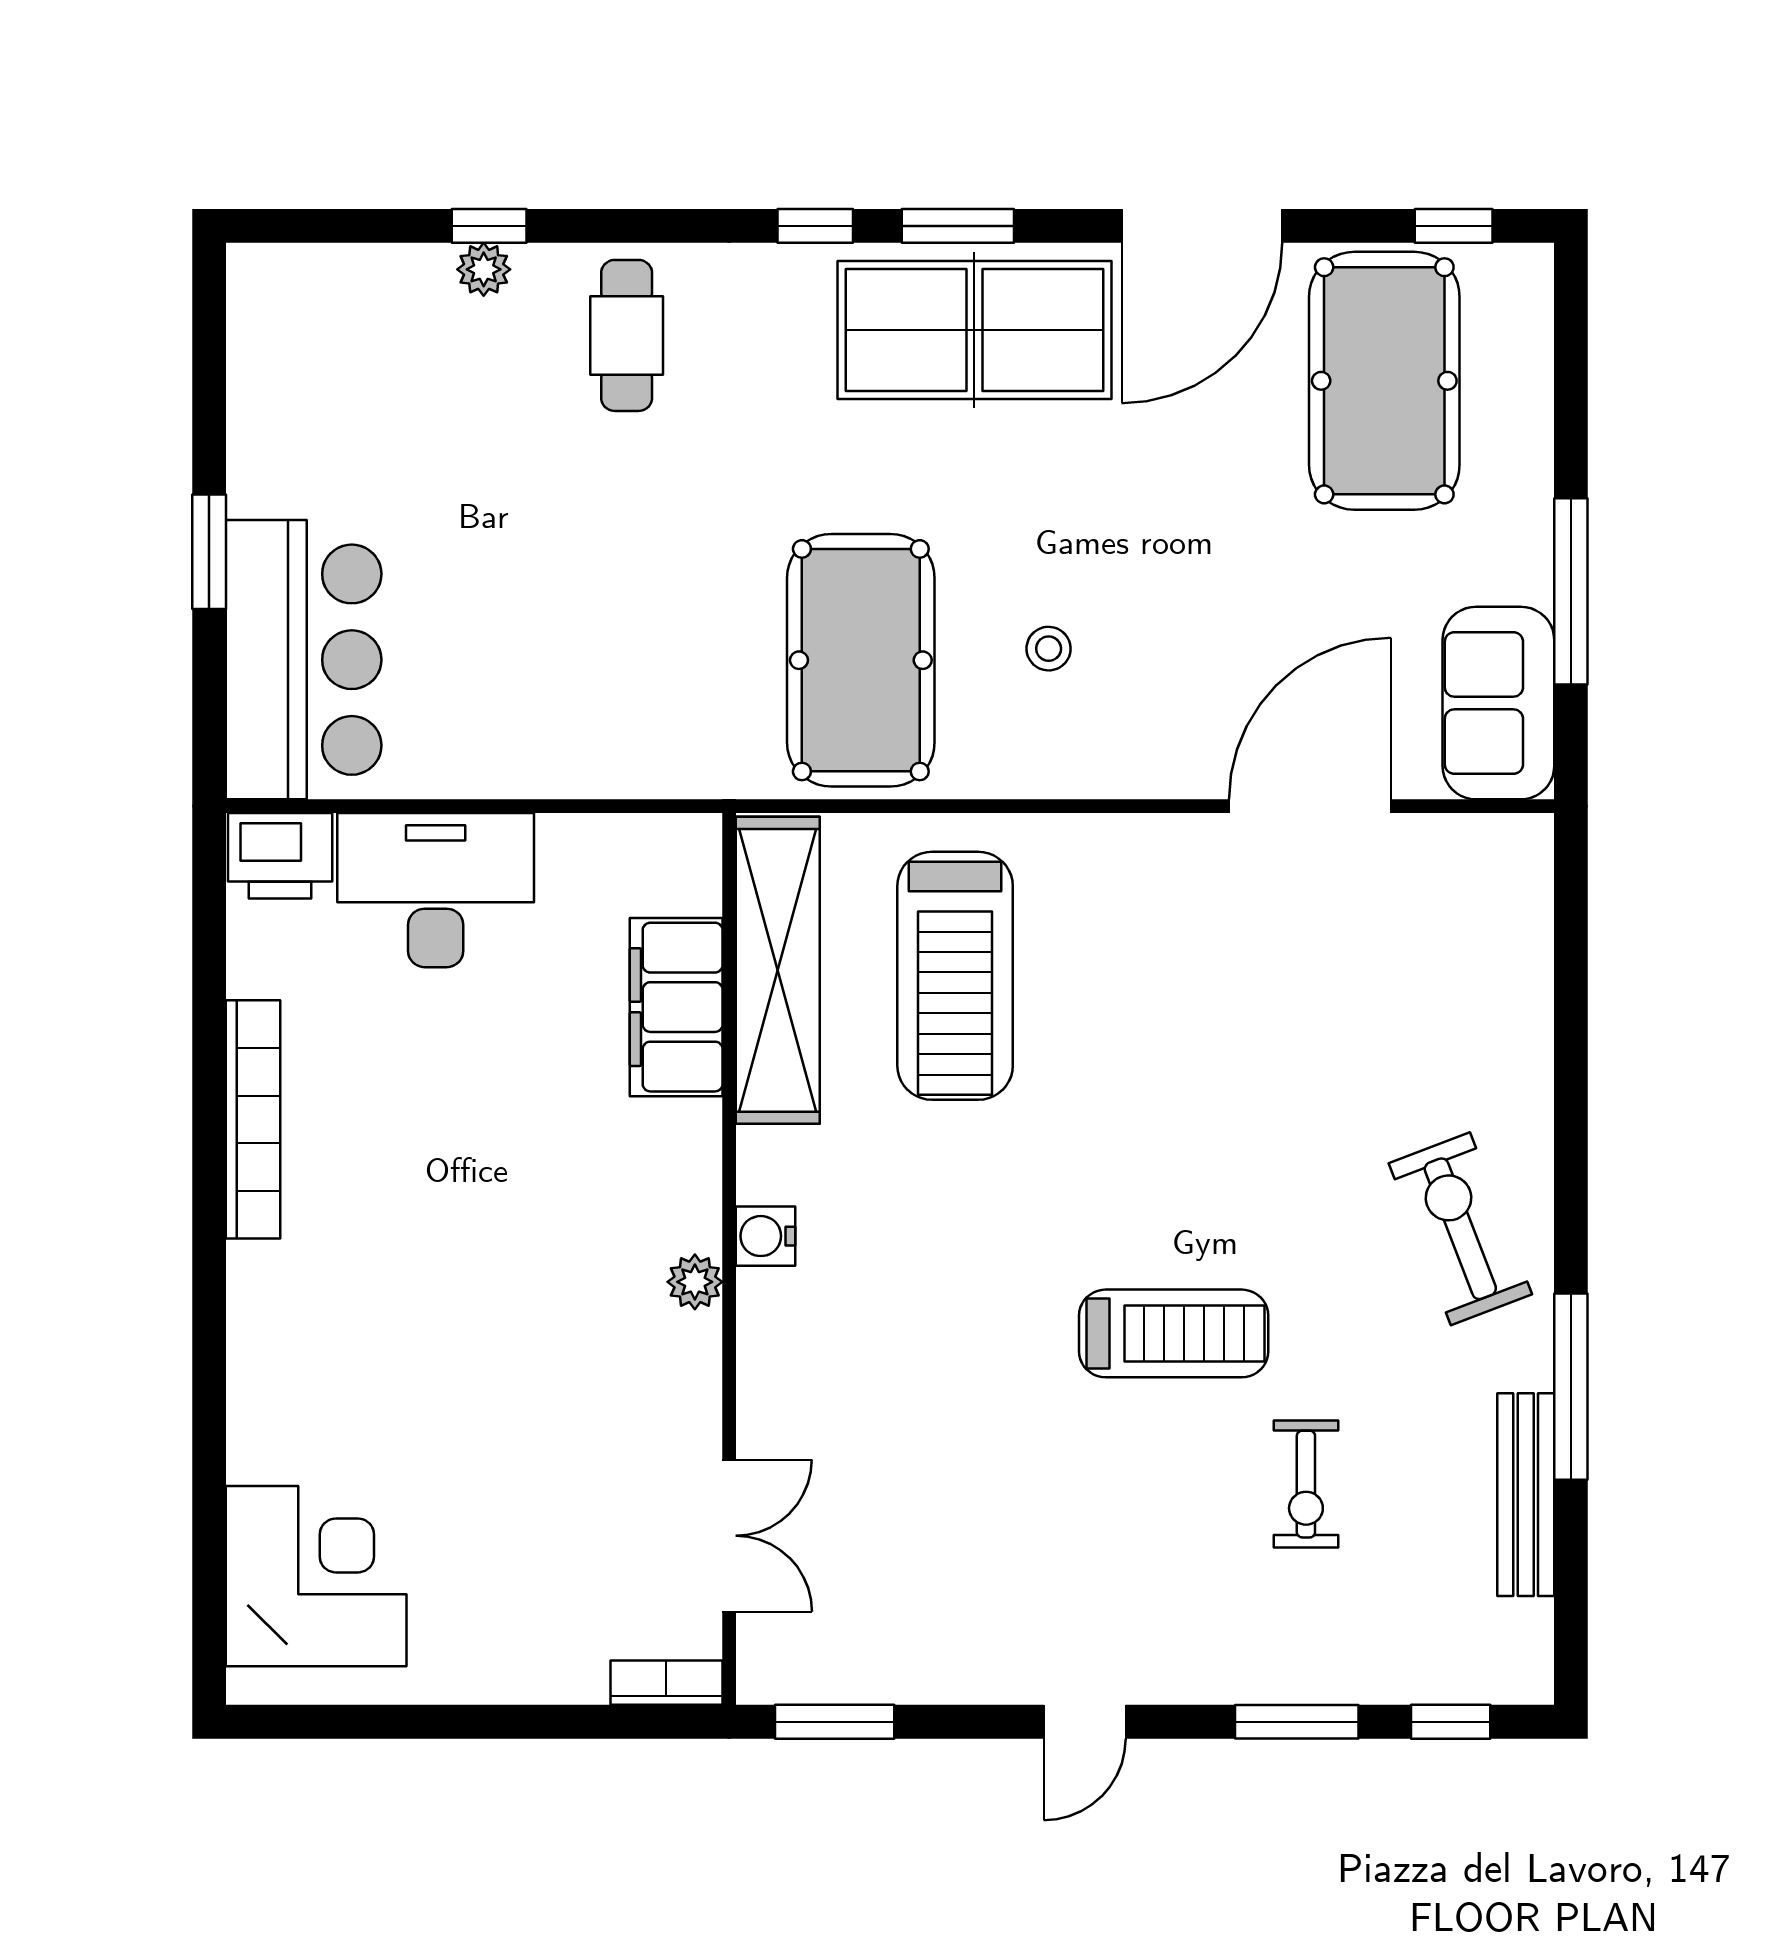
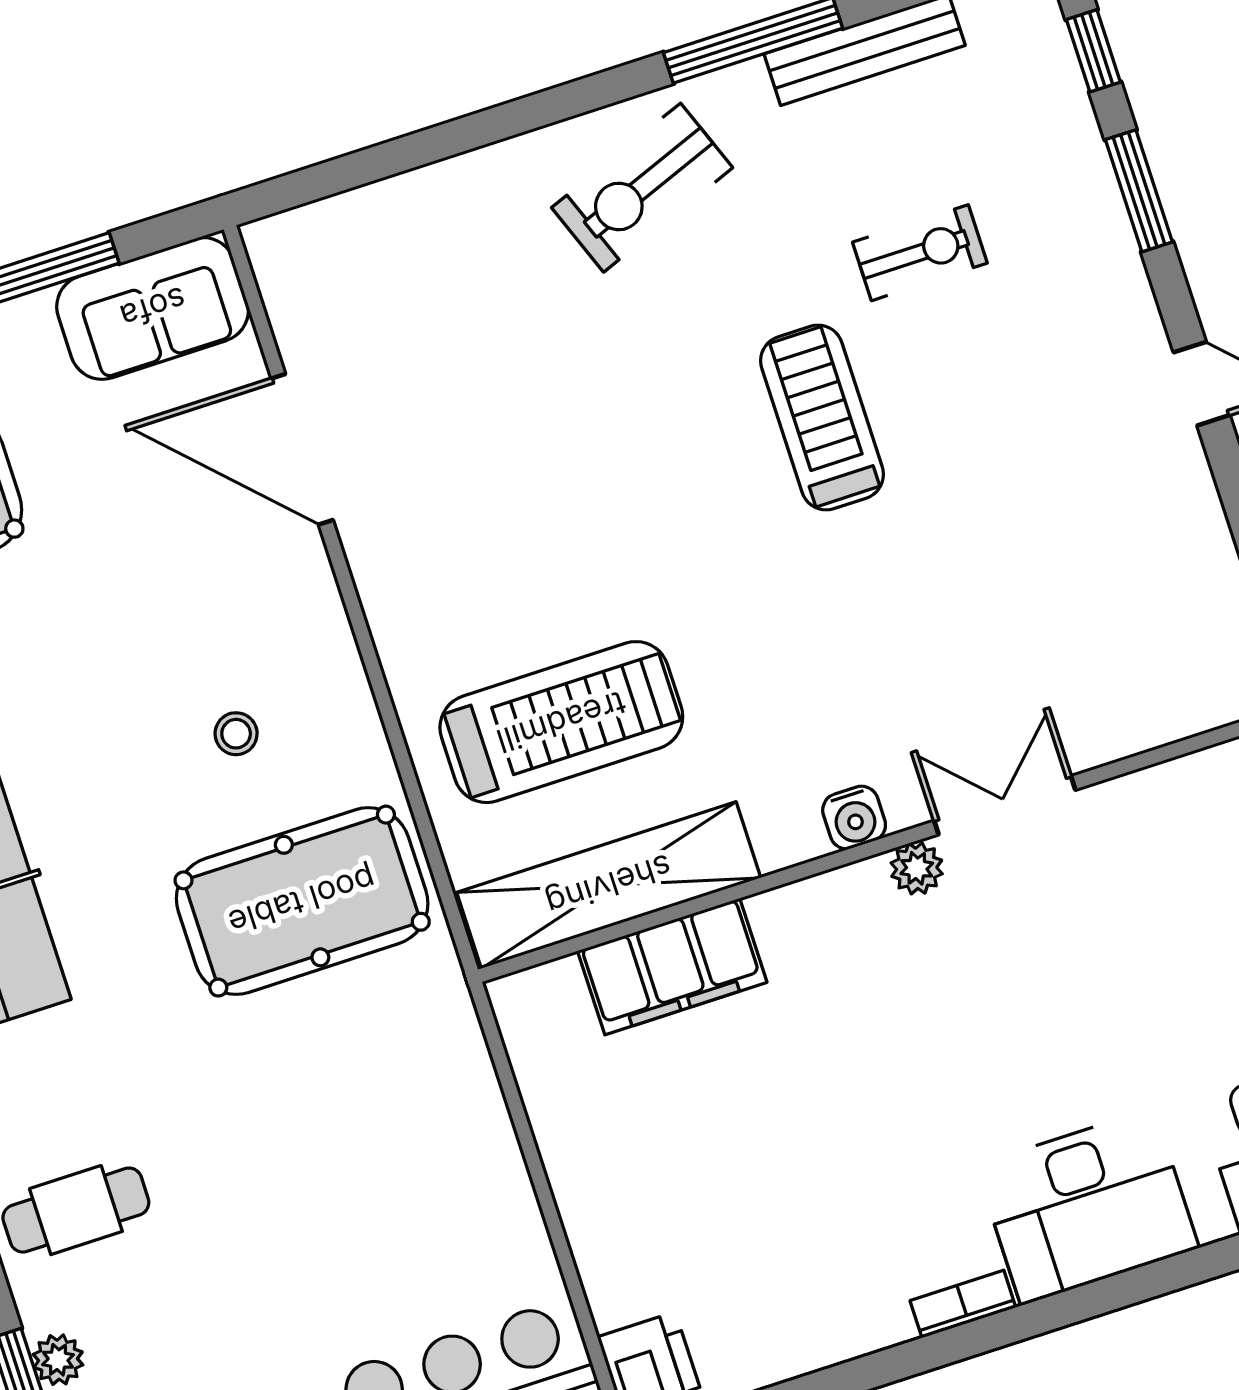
desk: (436, 890) -> (1087, 1207), moved, turned -90
bookcase: (253, 1119) -> (963, 1304), width x0.43, depth x0.76
double door: (729, 1536) -> (1005, 805), moved

